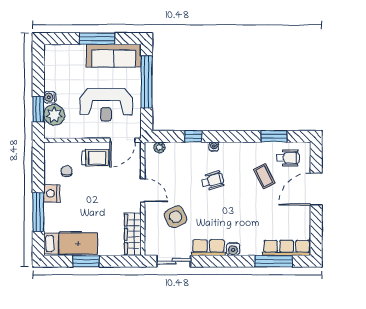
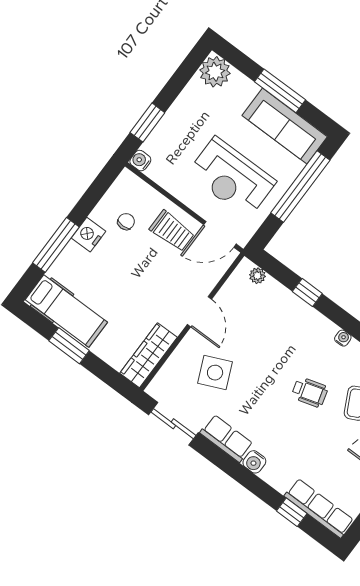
water cooler: (50, 97) -> (140, 161), moved
plant: (54, 115) -> (215, 72), moved
water cooler: (214, 147) -> (343, 338), moved
wheelchair: (213, 181) -> (310, 392), moved
window: (273, 261) -> (292, 512), width x0.46

